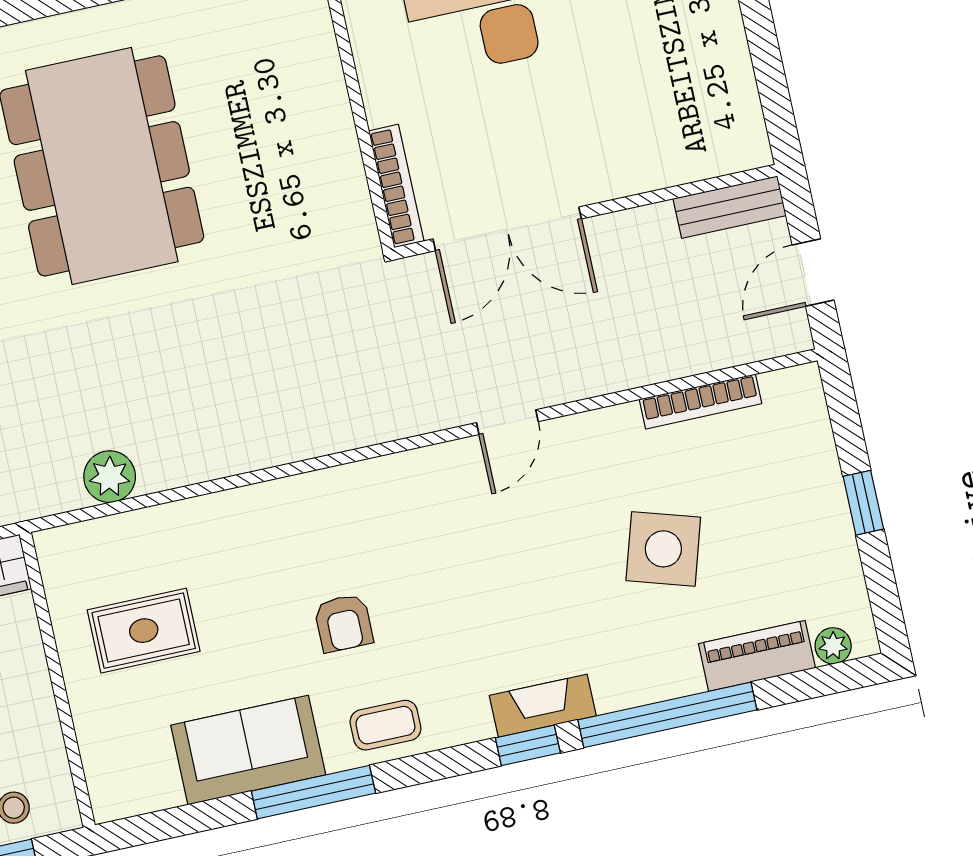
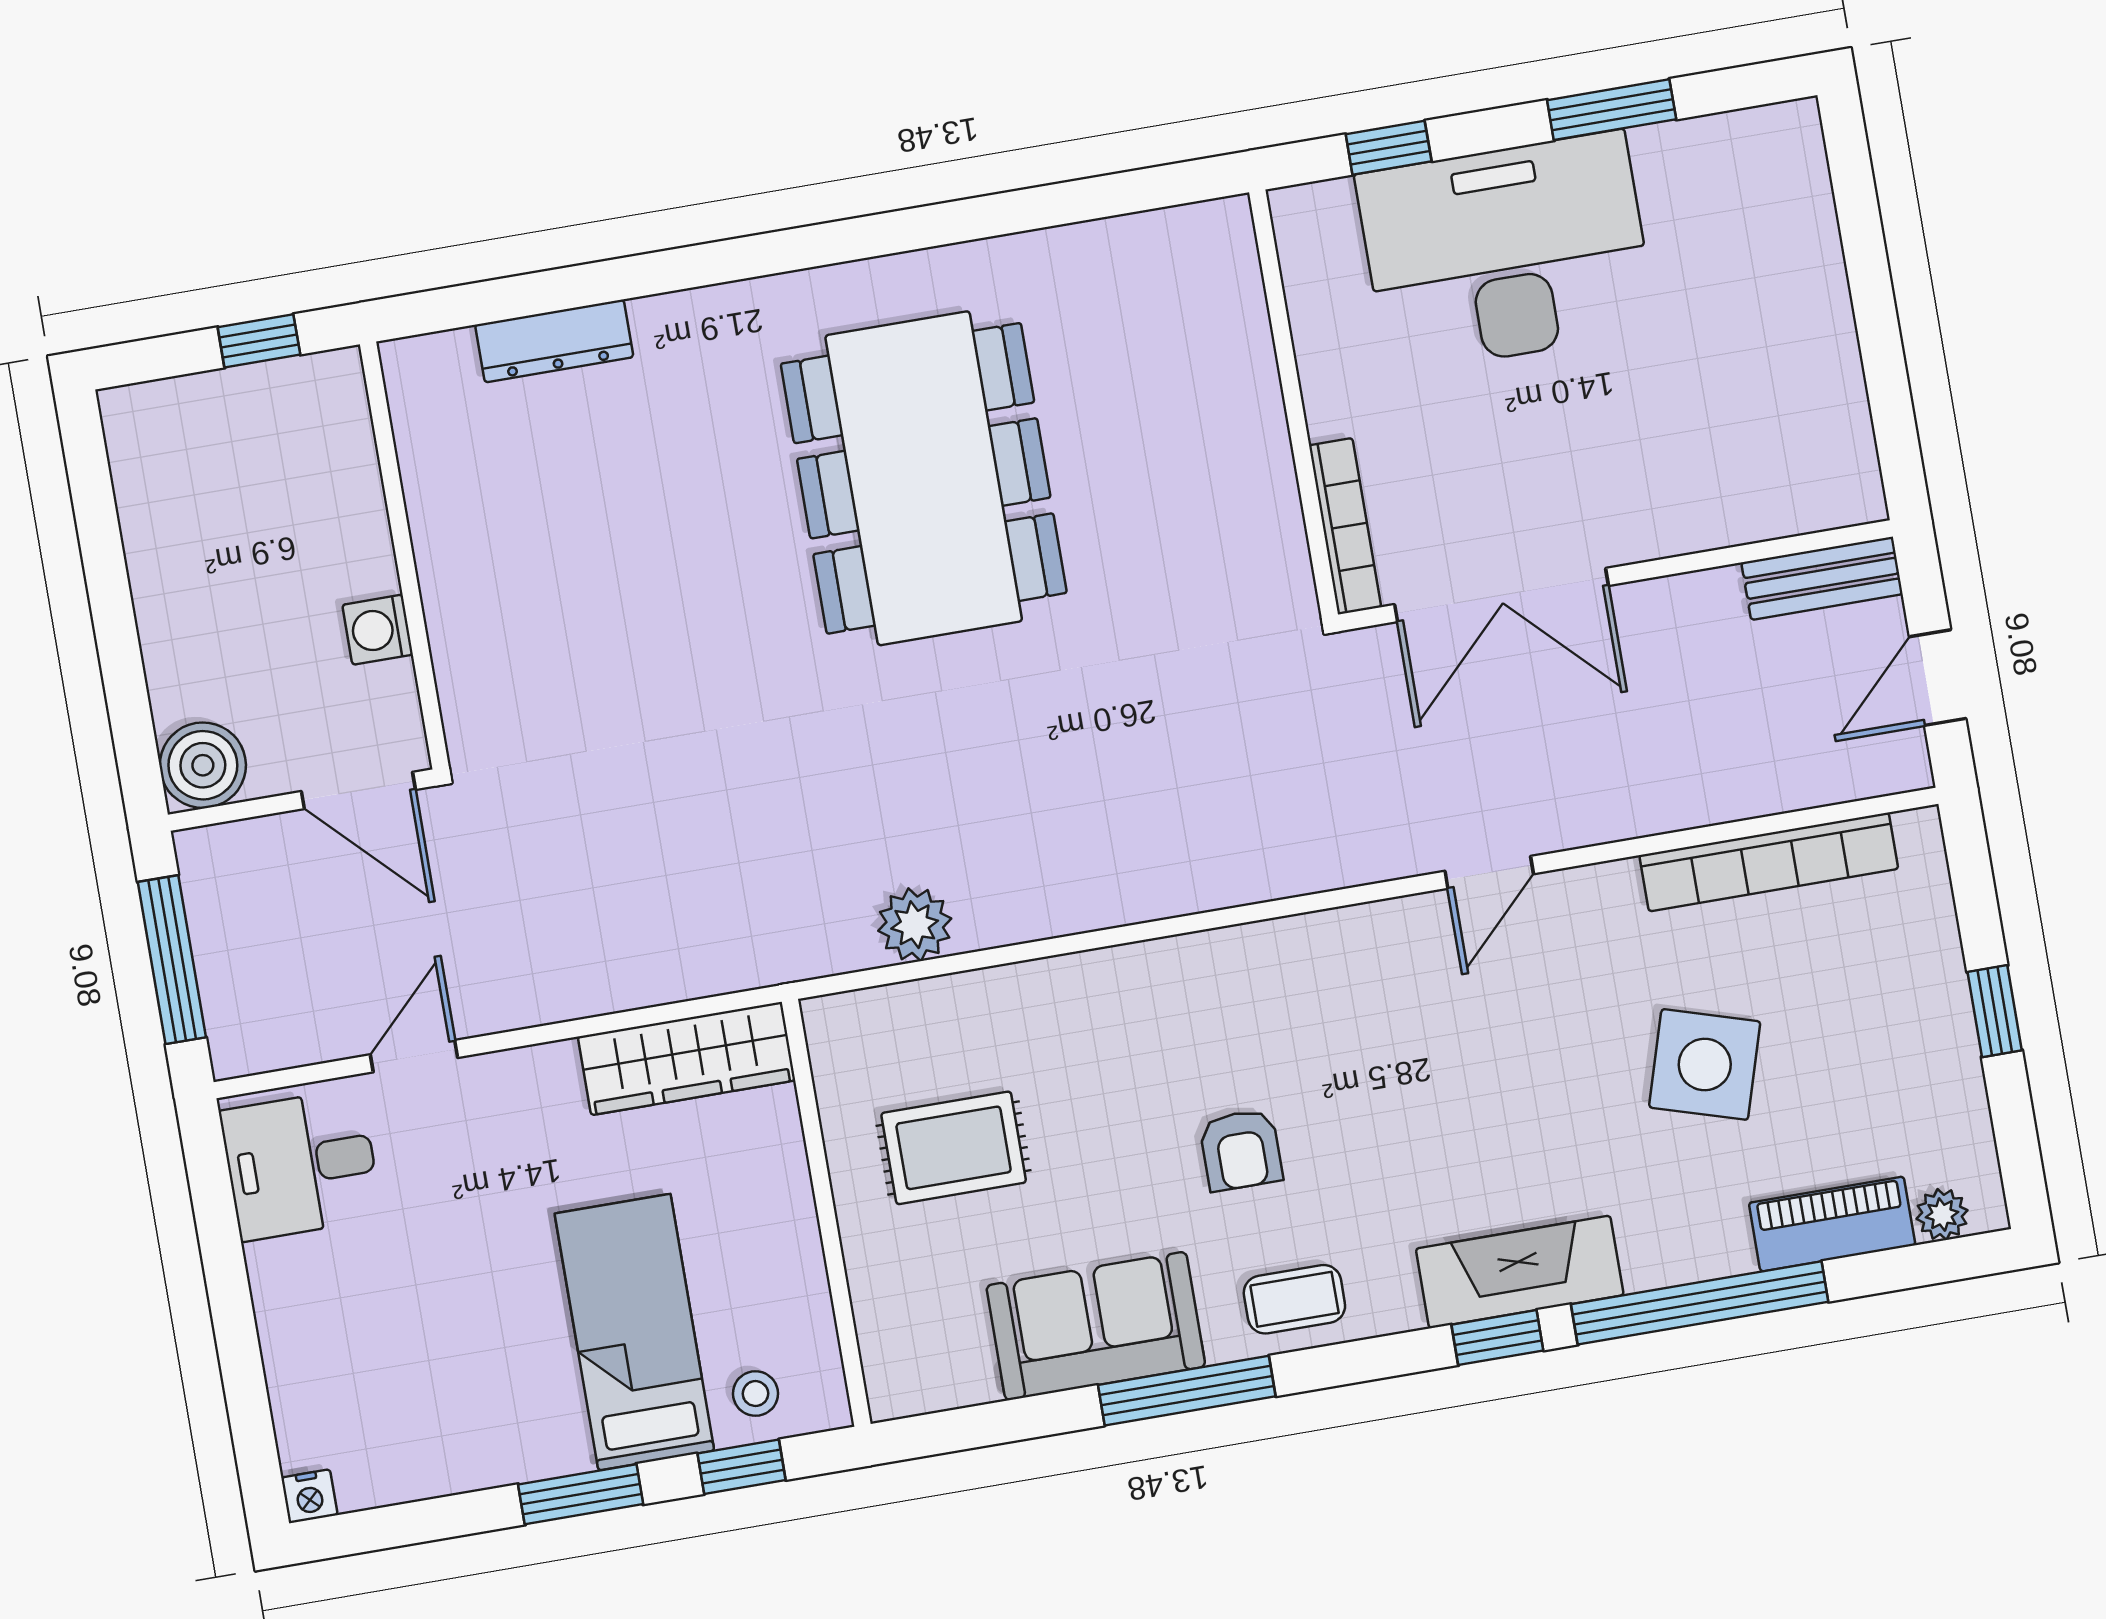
bookcase: (700, 401) -> (1769, 862), width x1.48, depth x1.31
fireplace: (543, 706) -> (1520, 1272), width x1.37, depth x1.32

